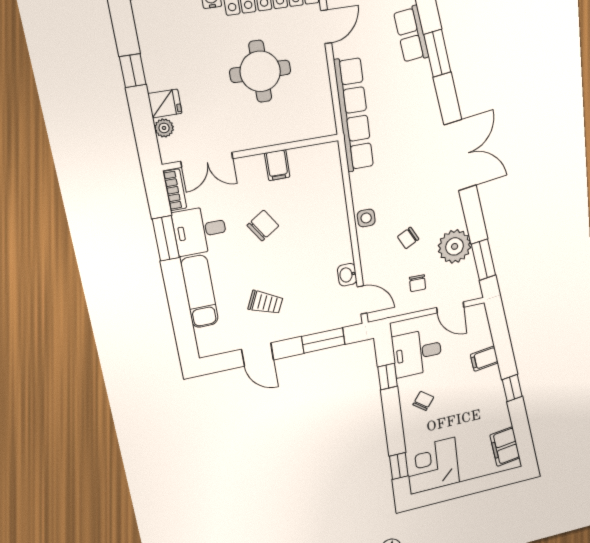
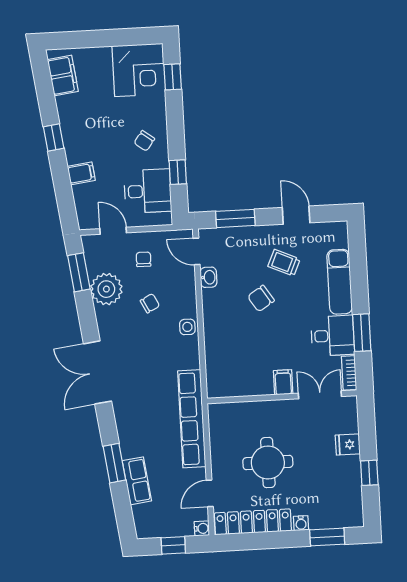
plant: (164, 128) -> (351, 425), removed
filing cabinet: (277, 165) -> (283, 382), moved
chair: (263, 226) -> (261, 299), moved

